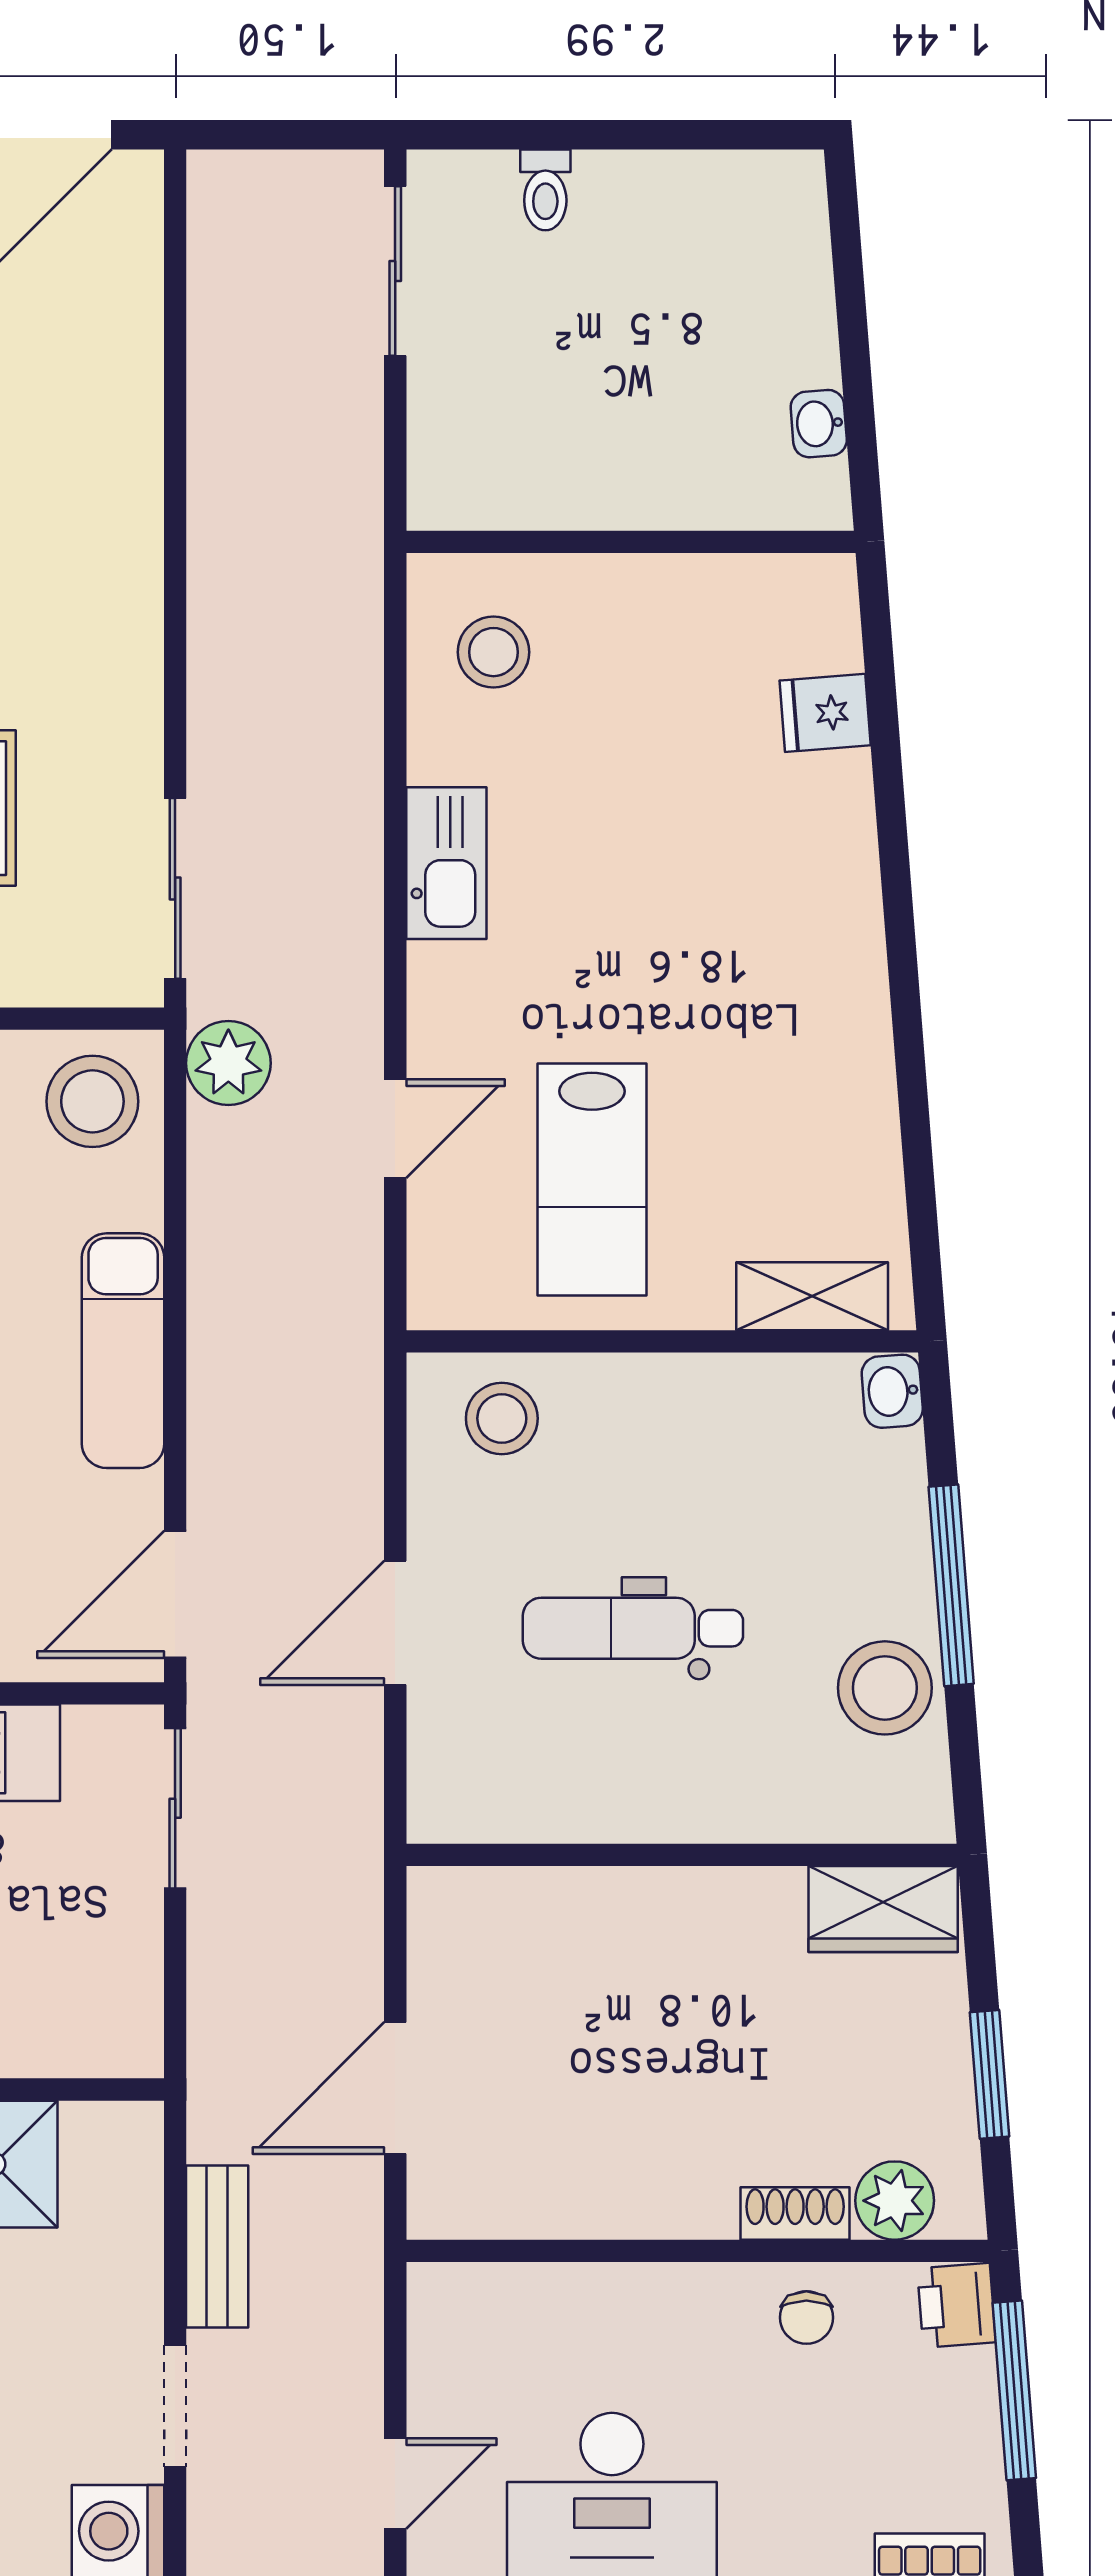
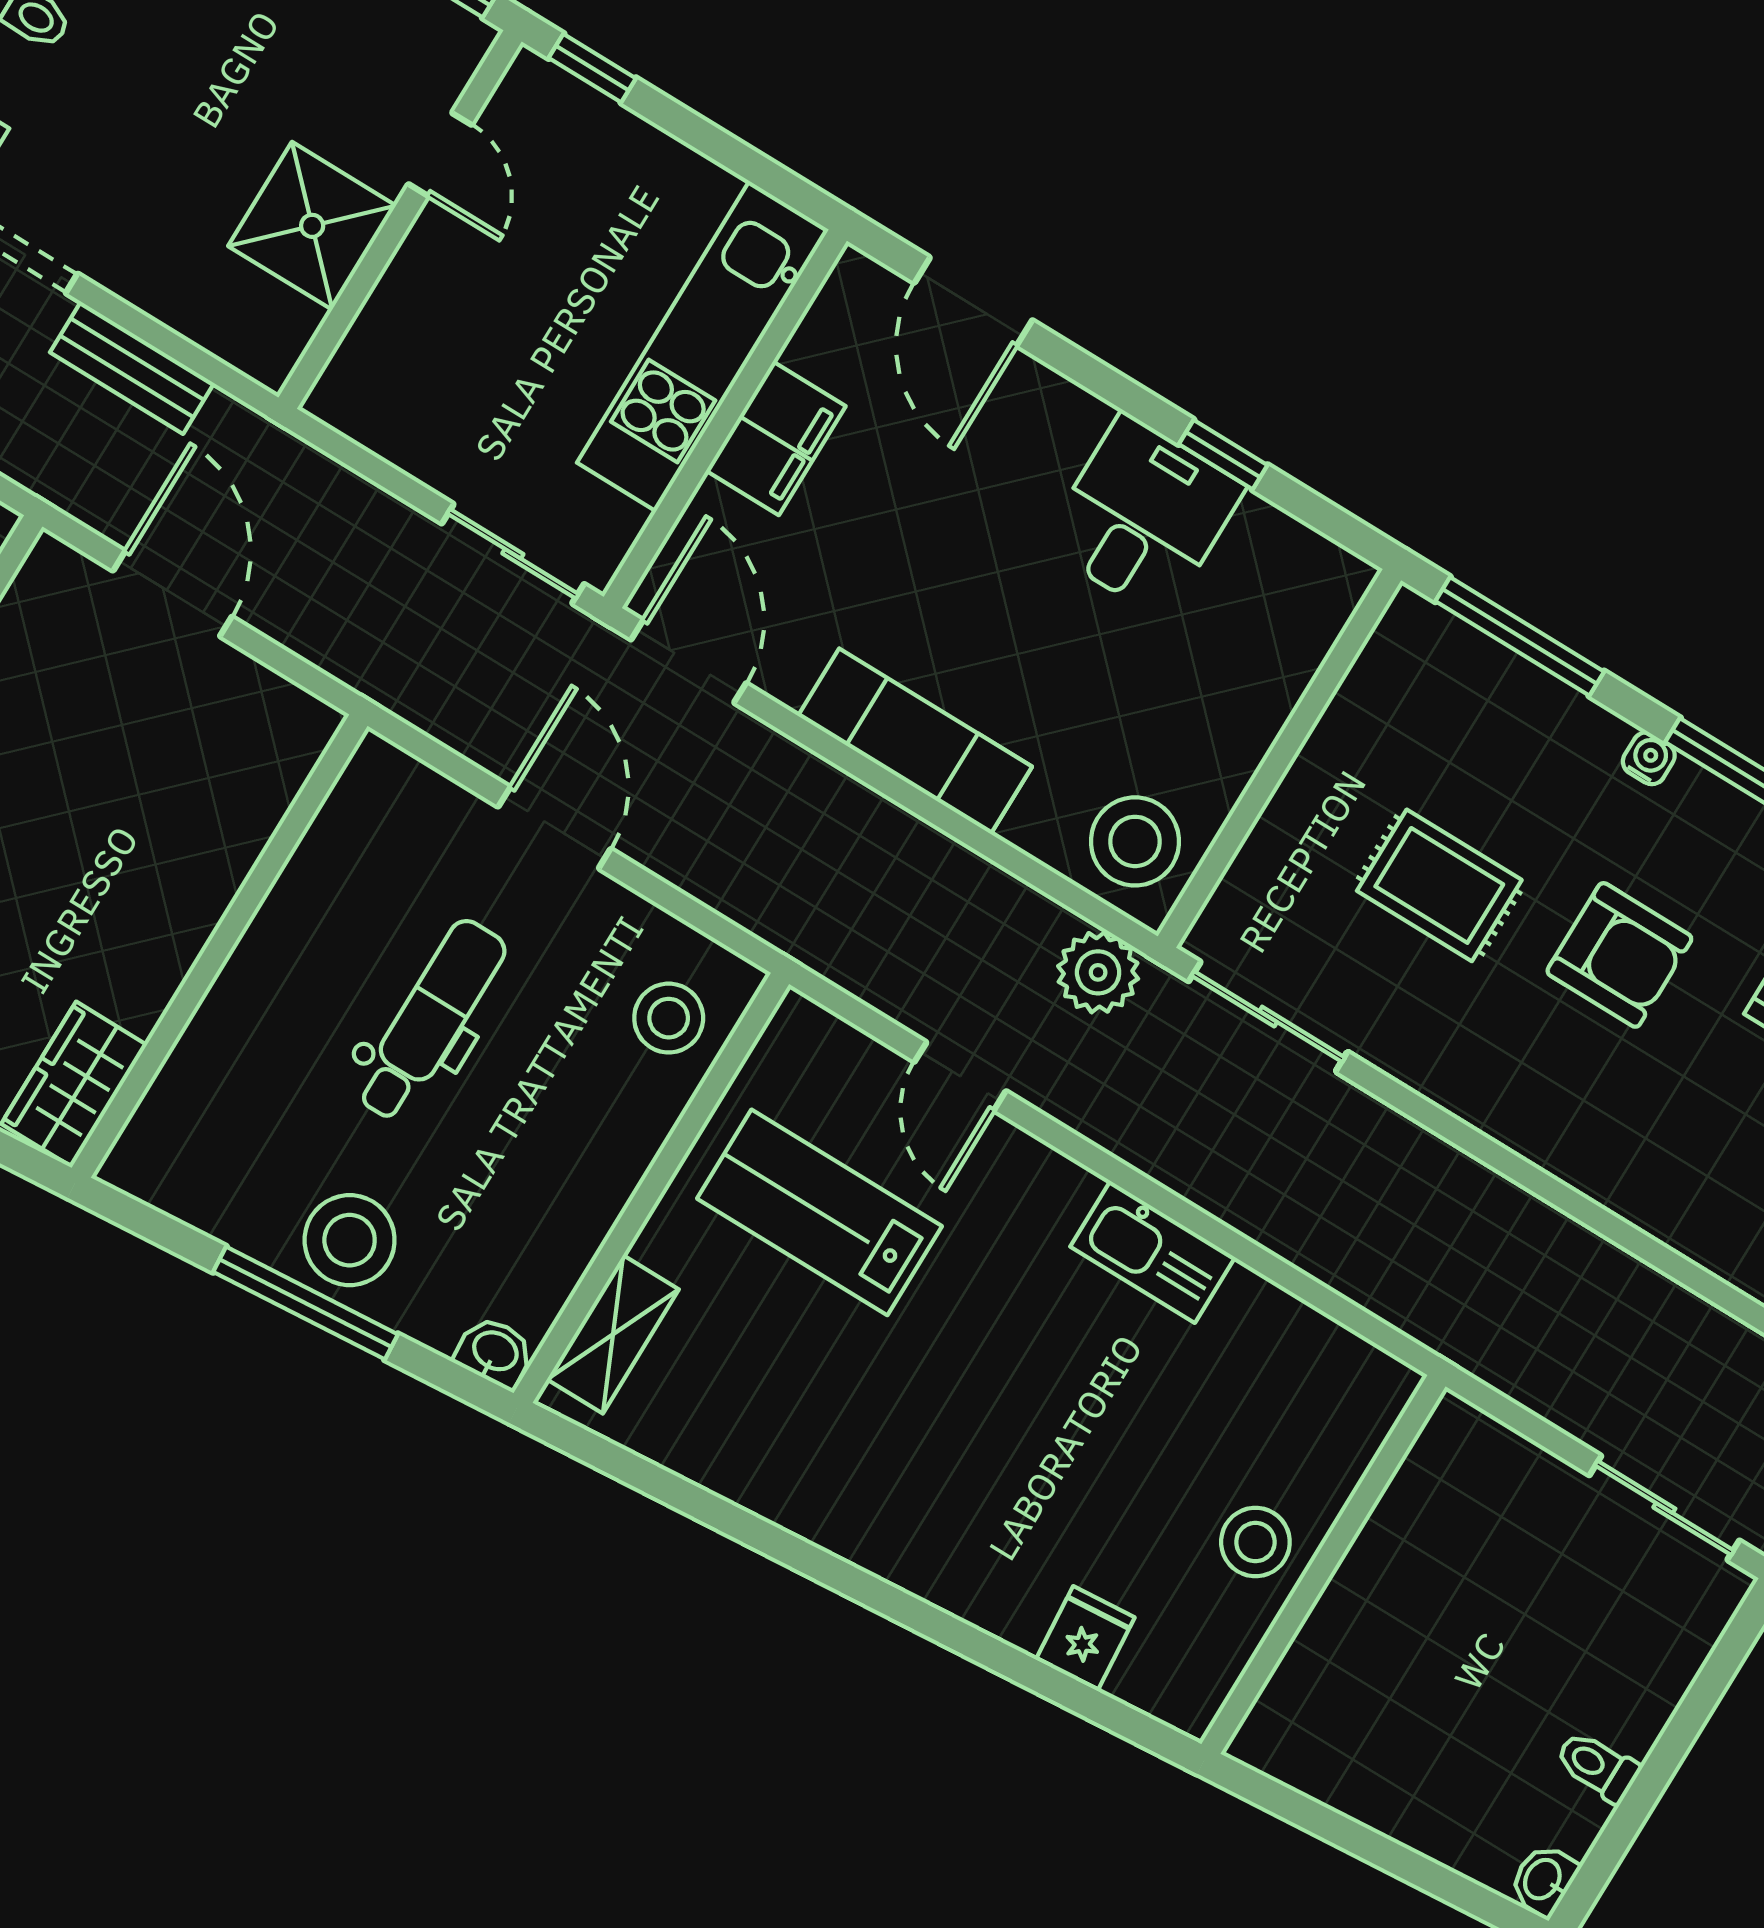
toilet: (545, 190) -> (1598, 1766), moved
washbasin: (819, 424) -> (1544, 1880), moved, turned -86
stool: (493, 652) -> (1255, 1542), moved
stool: (885, 1688) -> (350, 1240), moved

